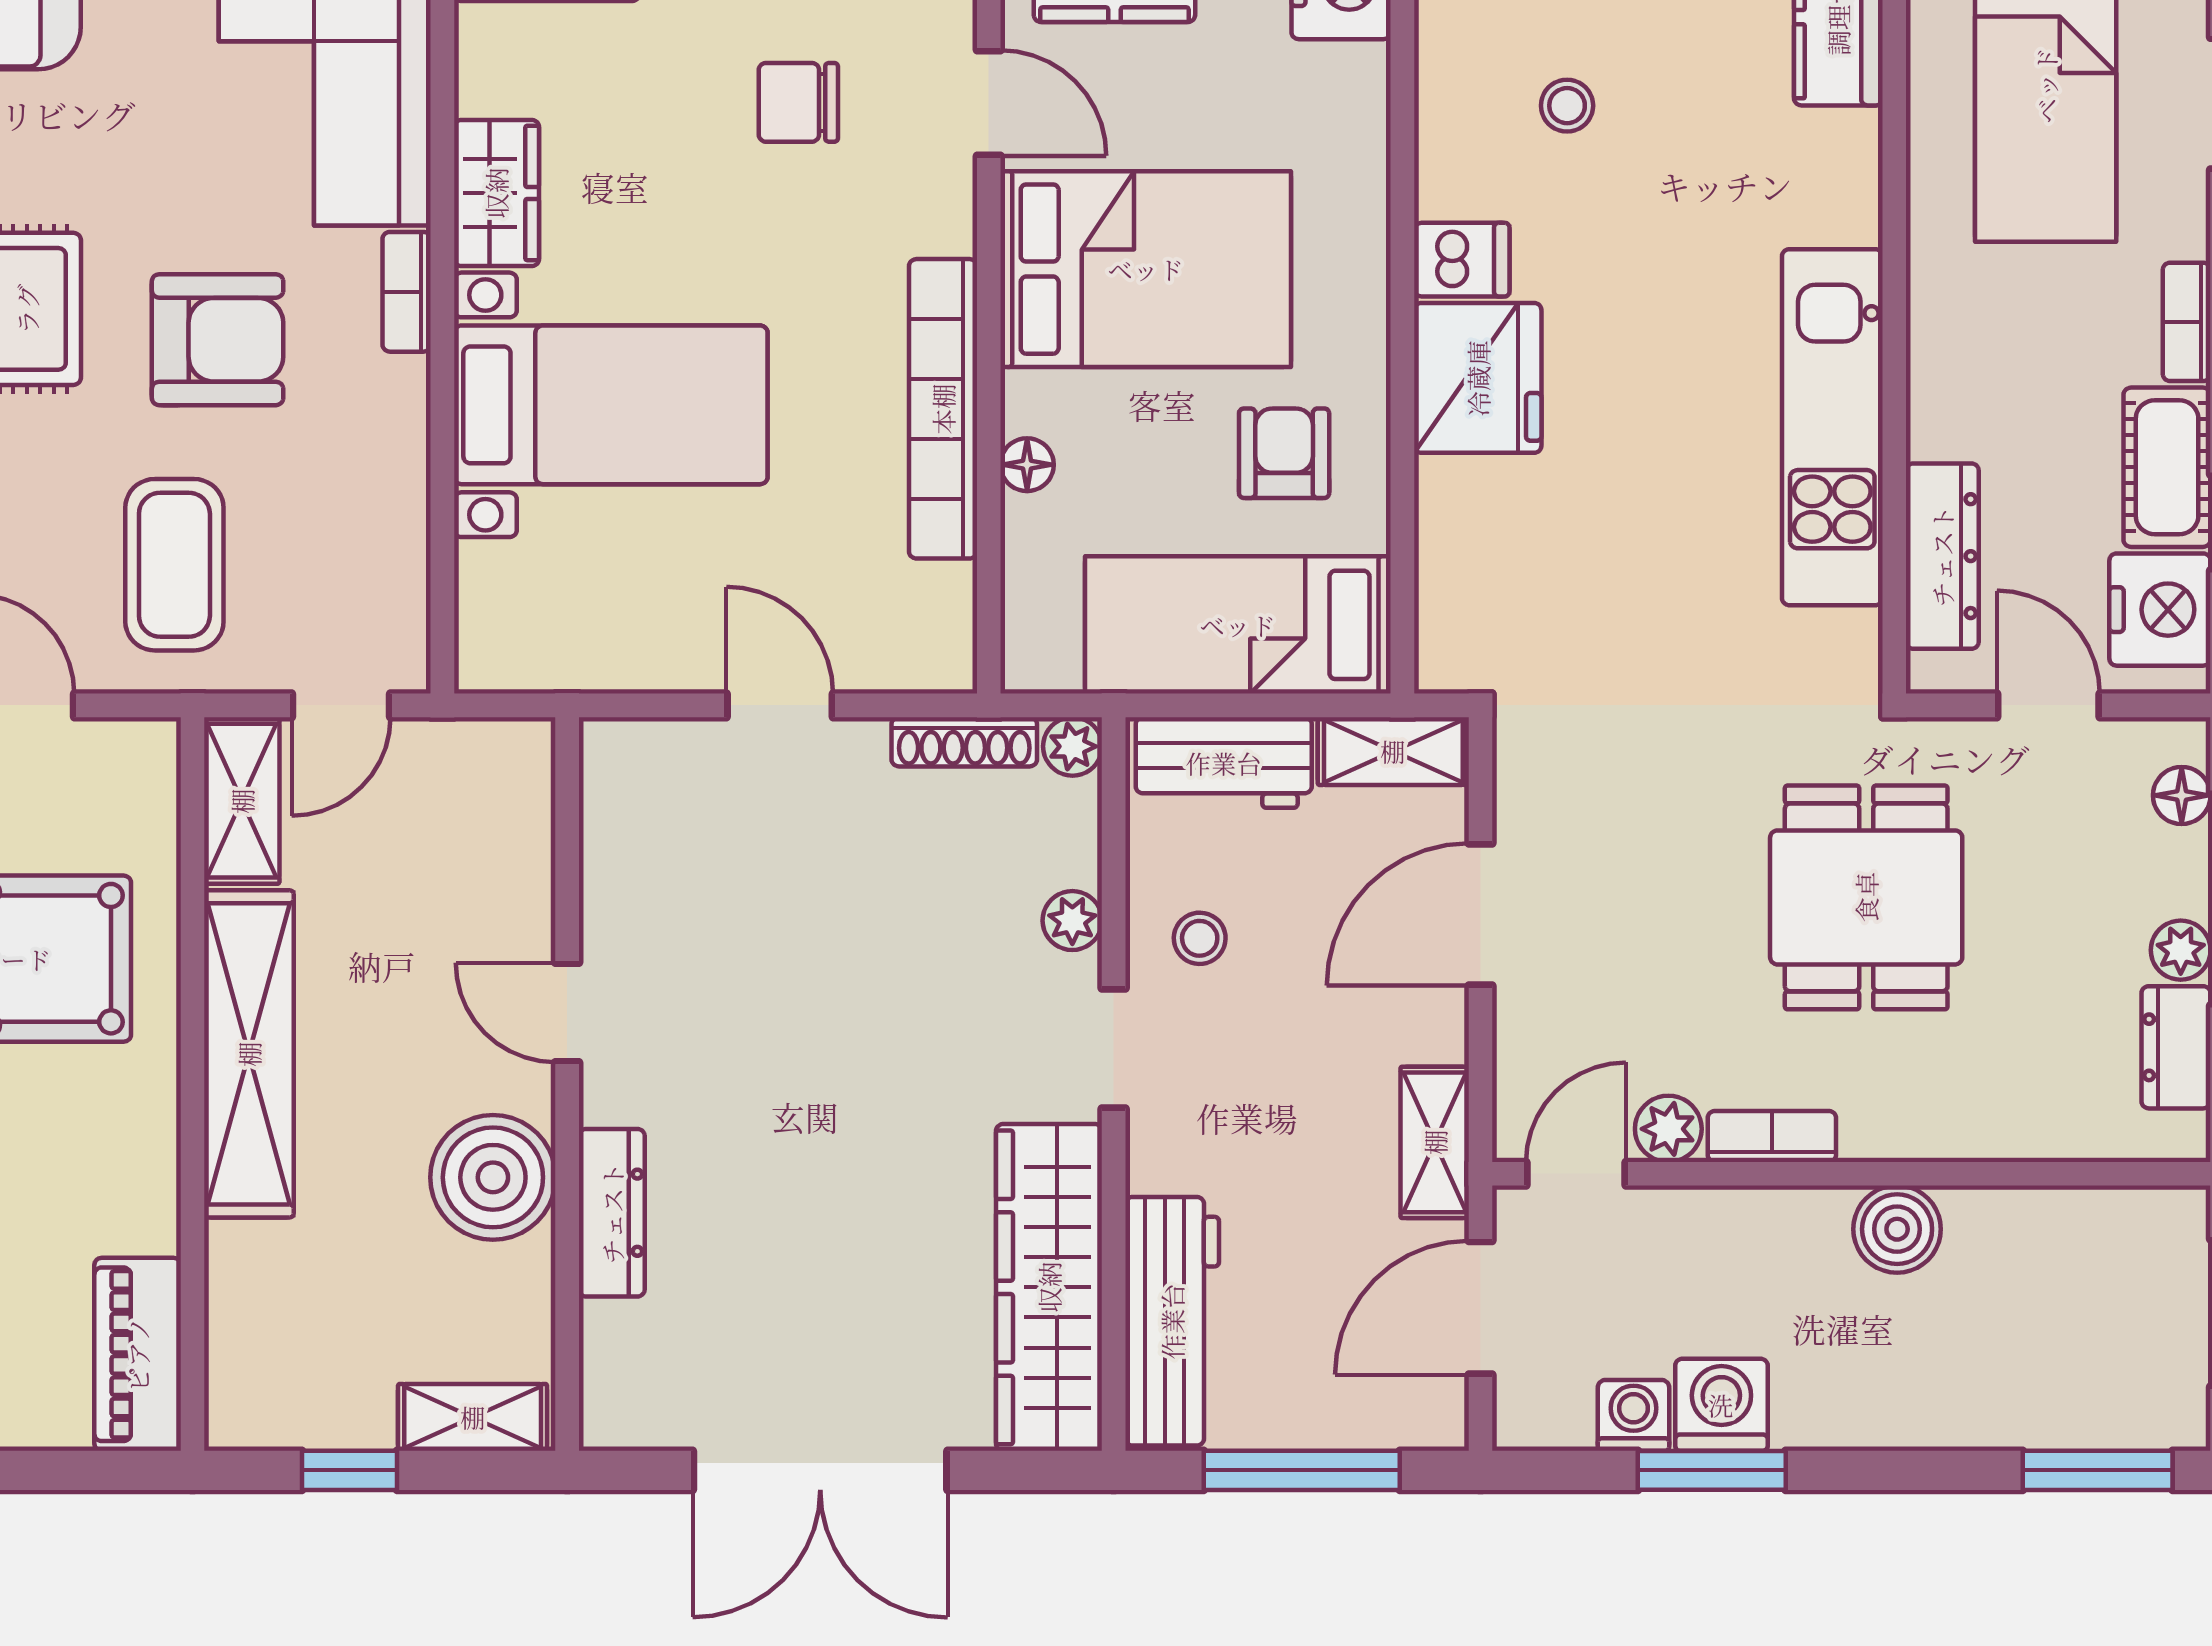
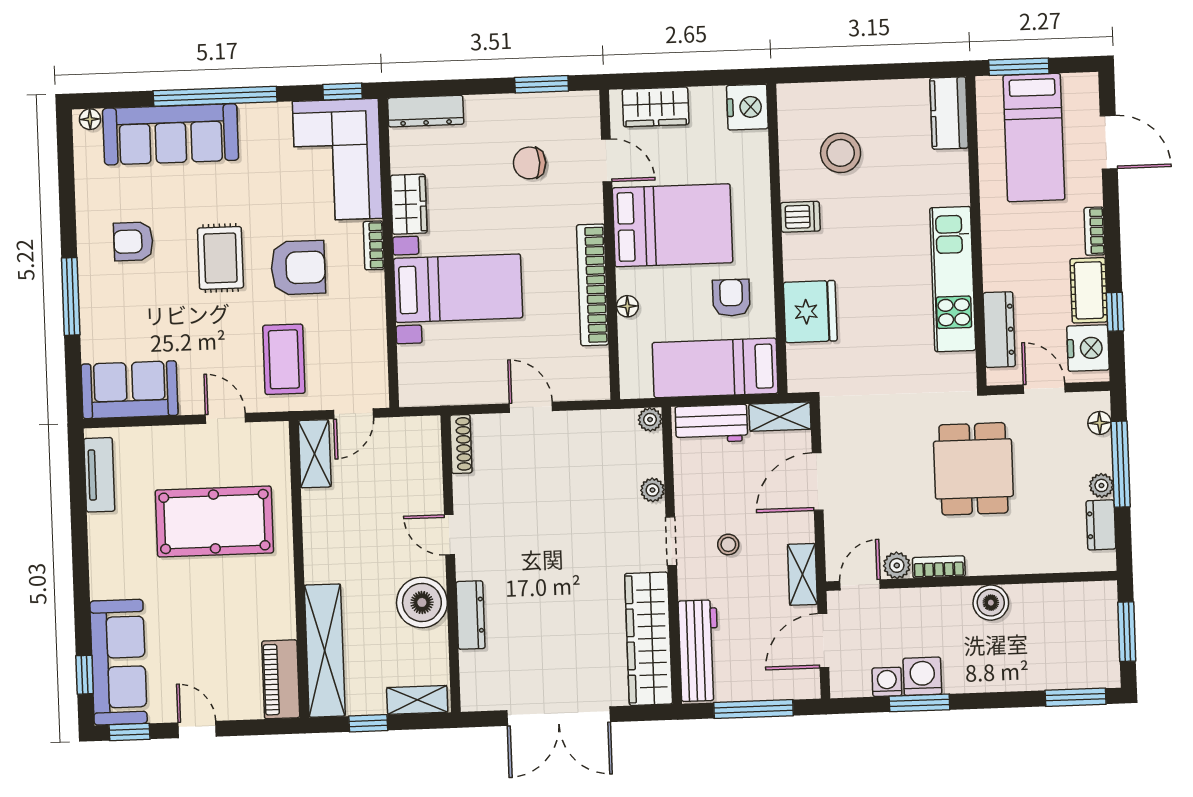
stool: (1567, 106) -> (841, 153), width x1.89, depth x1.89
fridge: (1478, 378) -> (810, 312), moved
shoe rack: (964, 742) -> (461, 444), moved, turned -90
stool: (1200, 938) -> (728, 544), moved
shelving: (249, 1054) -> (325, 651), moved

